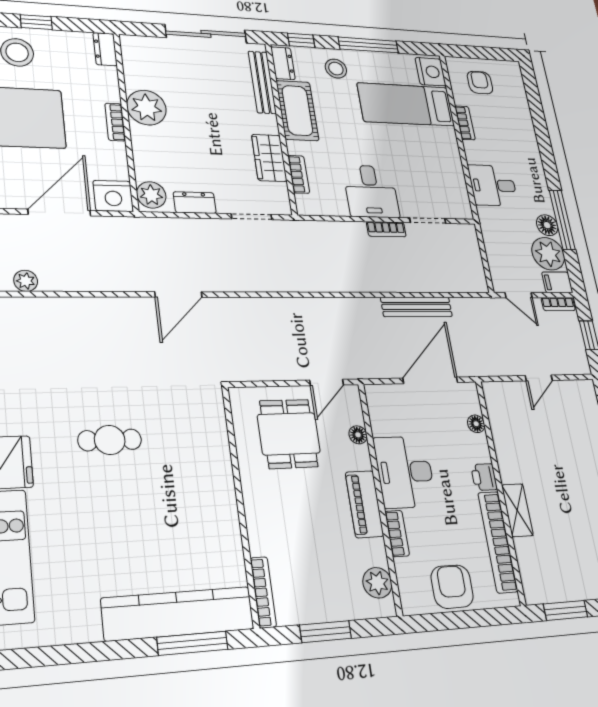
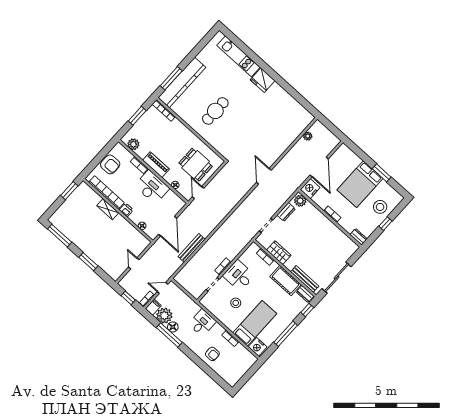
stool: (336, 69) -> (236, 303), moved
armchair: (480, 83) -> (212, 354), moved
plant: (146, 108) -> (329, 230), removed
cafe table: (110, 440) -> (215, 111), moved, width x1.37, depth x1.35

